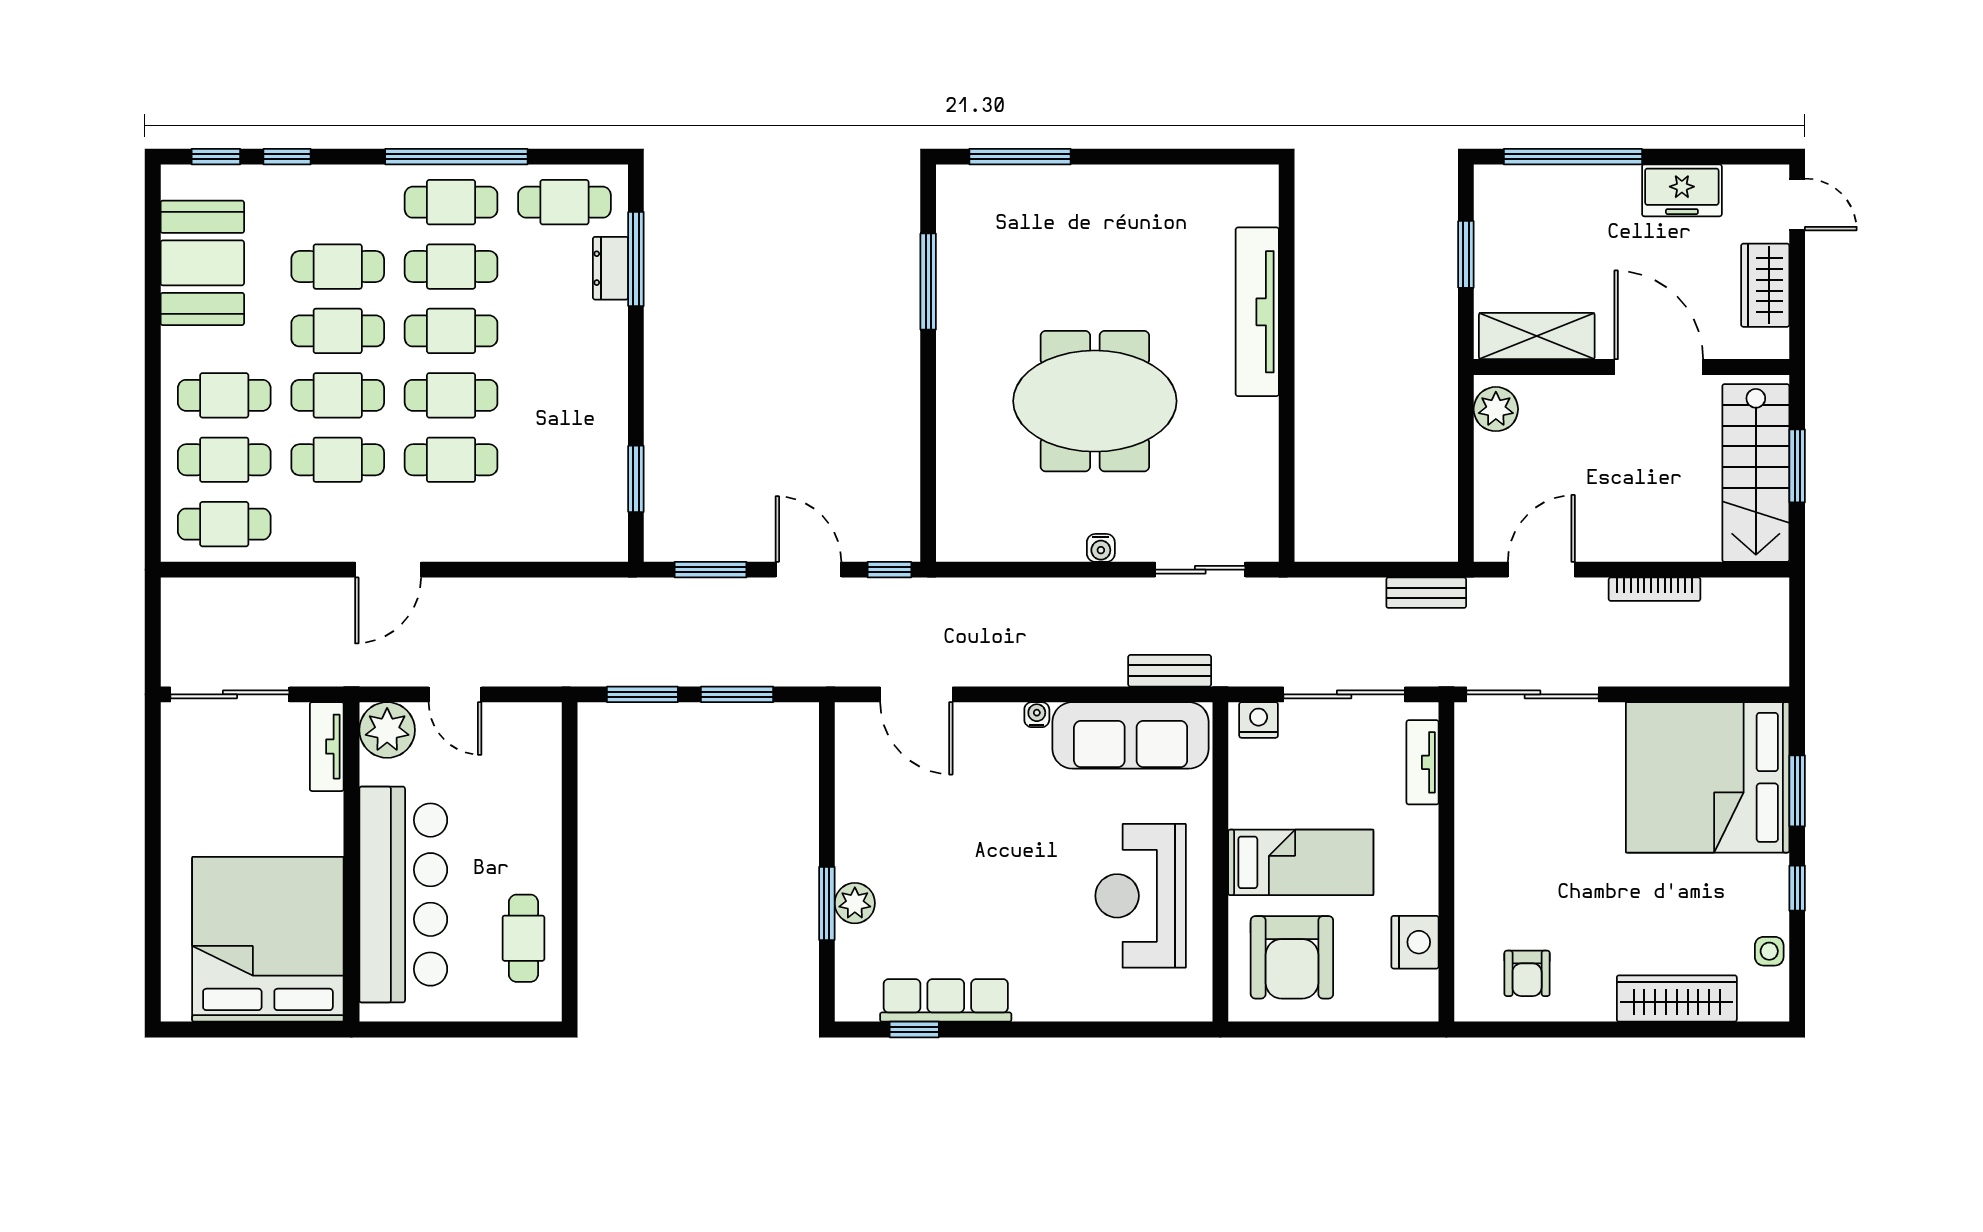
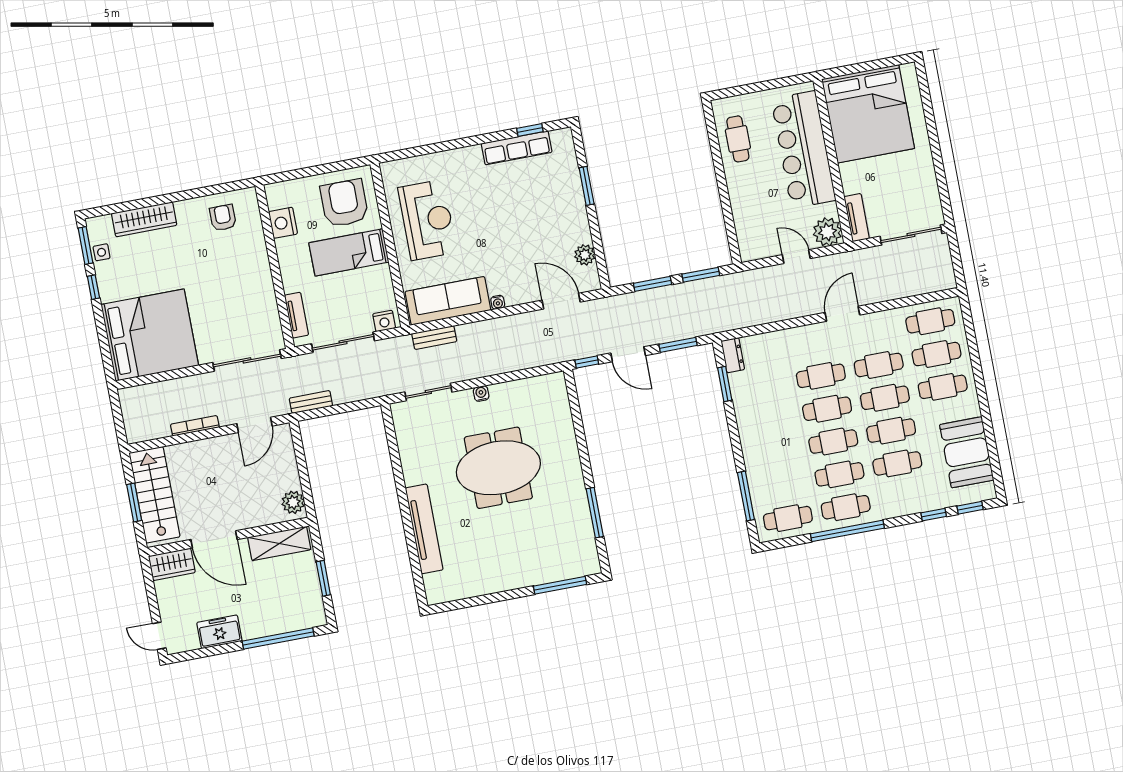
dresser: (610, 268) -> (733, 355), moved
wardrobe: (1765, 285) -> (172, 564), moved, turned 90
window: (1797, 791) -> (86, 246), moved
plant: (855, 903) -> (585, 255), moved

